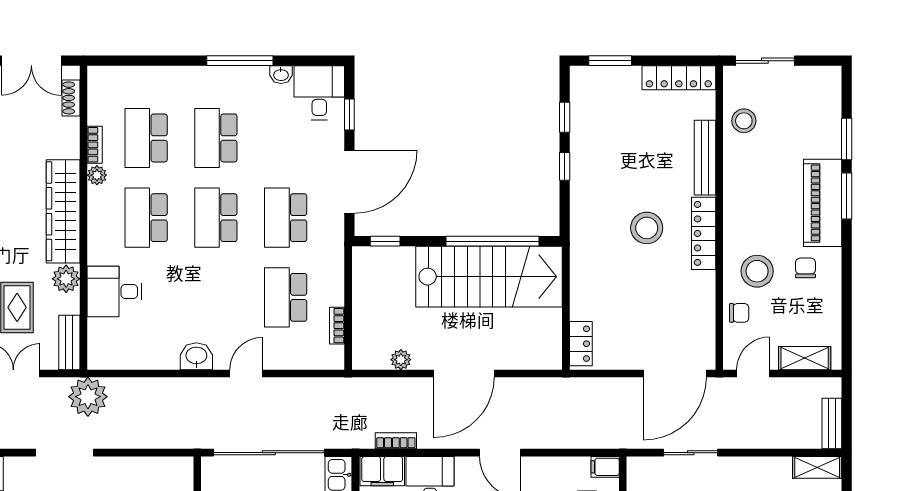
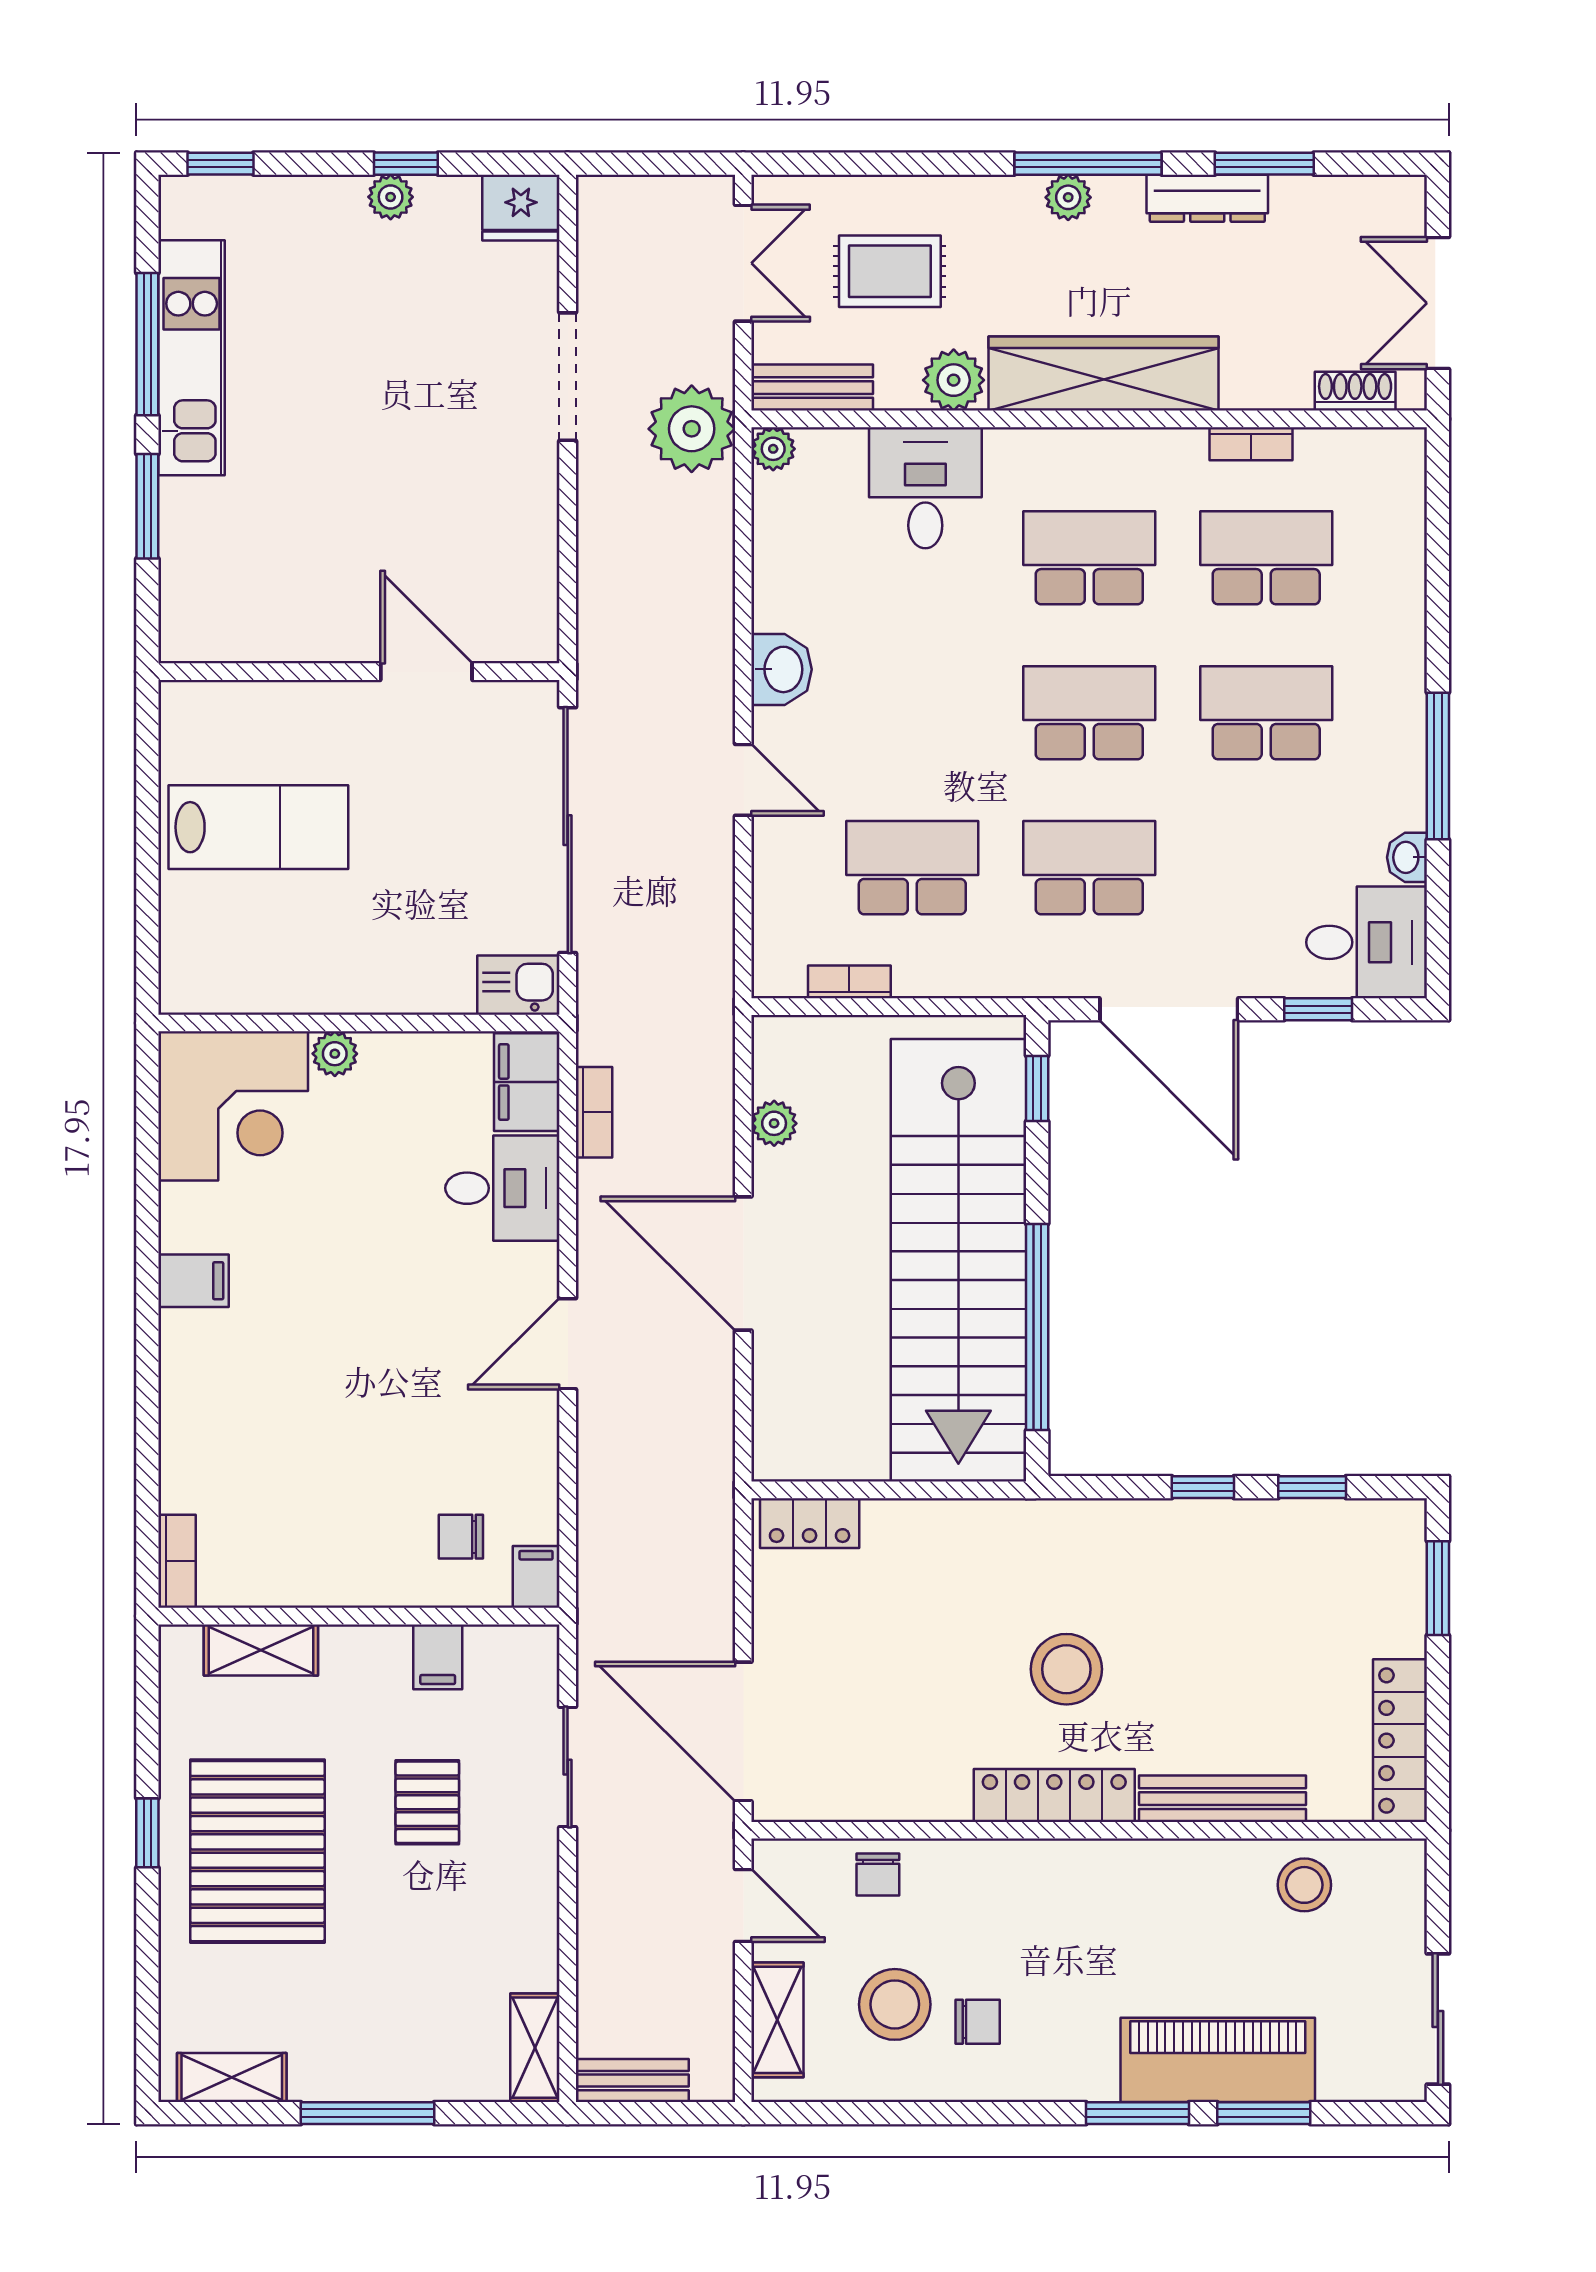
sliding door: (765, 61) -> (1438, 2019), moved
plant: (97, 175) -> (773, 449), moved
piano: (823, 203) -> (1218, 2060), moved
stool: (757, 271) -> (895, 2004), moved
stairs: (489, 277) -> (958, 1260), width x1.36

